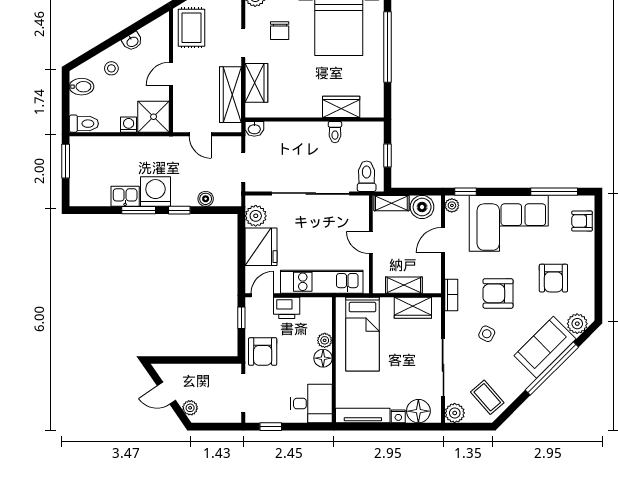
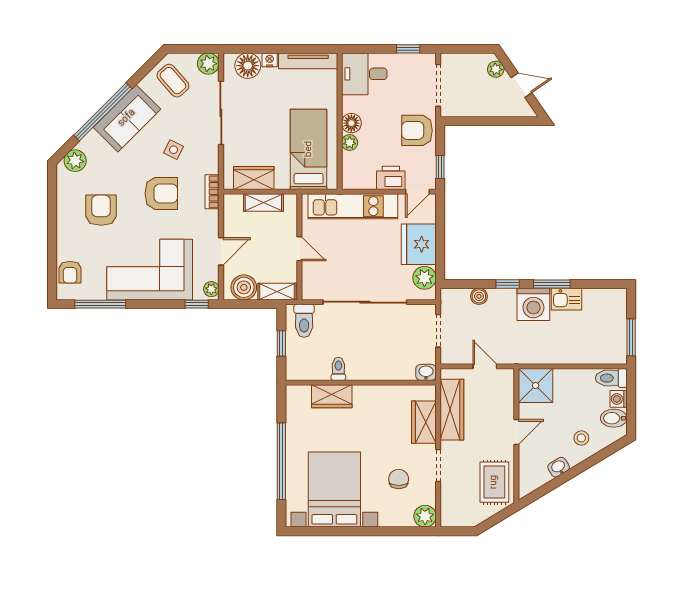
washing machine: (129, 125) -> (619, 399), moved, turned 90
armchair: (582, 221) -> (70, 272), turned 90
sofa: (545, 347) -> (127, 118), moved
armchair: (263, 351) -> (417, 130), turned -90

